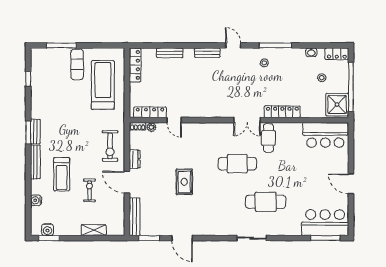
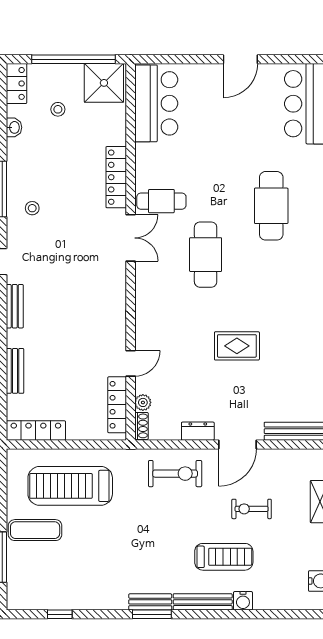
water cooler: (36, 200) -> (243, 601), moved

